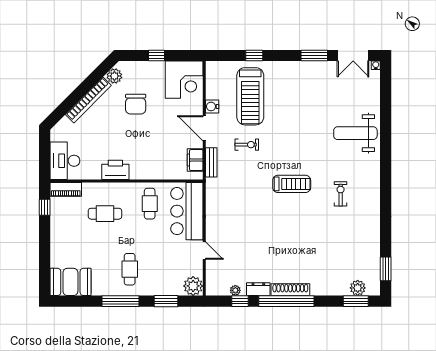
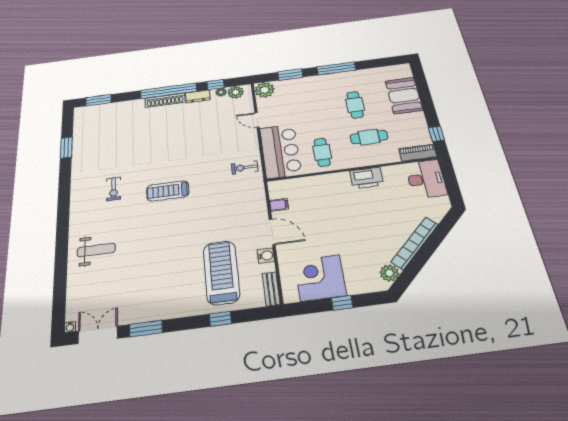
corner desk: (184, 80) -> (320, 278), moved
chair: (136, 104) -> (357, 246), removed
weight bench: (355, 133) -> (96, 250), width x0.73, depth x0.75
exercise bike: (247, 145) -> (245, 168), moved
filing cabinet: (195, 160) -> (279, 205), width x0.50
bench: (211, 162) -> (271, 289), moved
cafe table: (130, 269) -> (355, 105), moved
window: (386, 269) -> (66, 148), moved
booth: (70, 282) -> (404, 96), moved, turned 90
plant: (358, 288) -> (236, 92), moved

